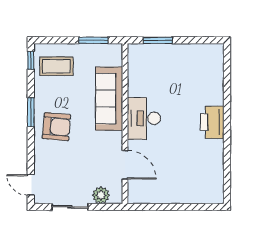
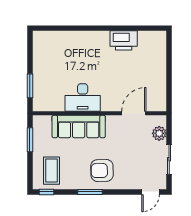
desk: (144, 118) -> (83, 98), moved
printer: (212, 122) -> (124, 40), moved
armchair: (56, 127) -> (102, 170), turned -96

